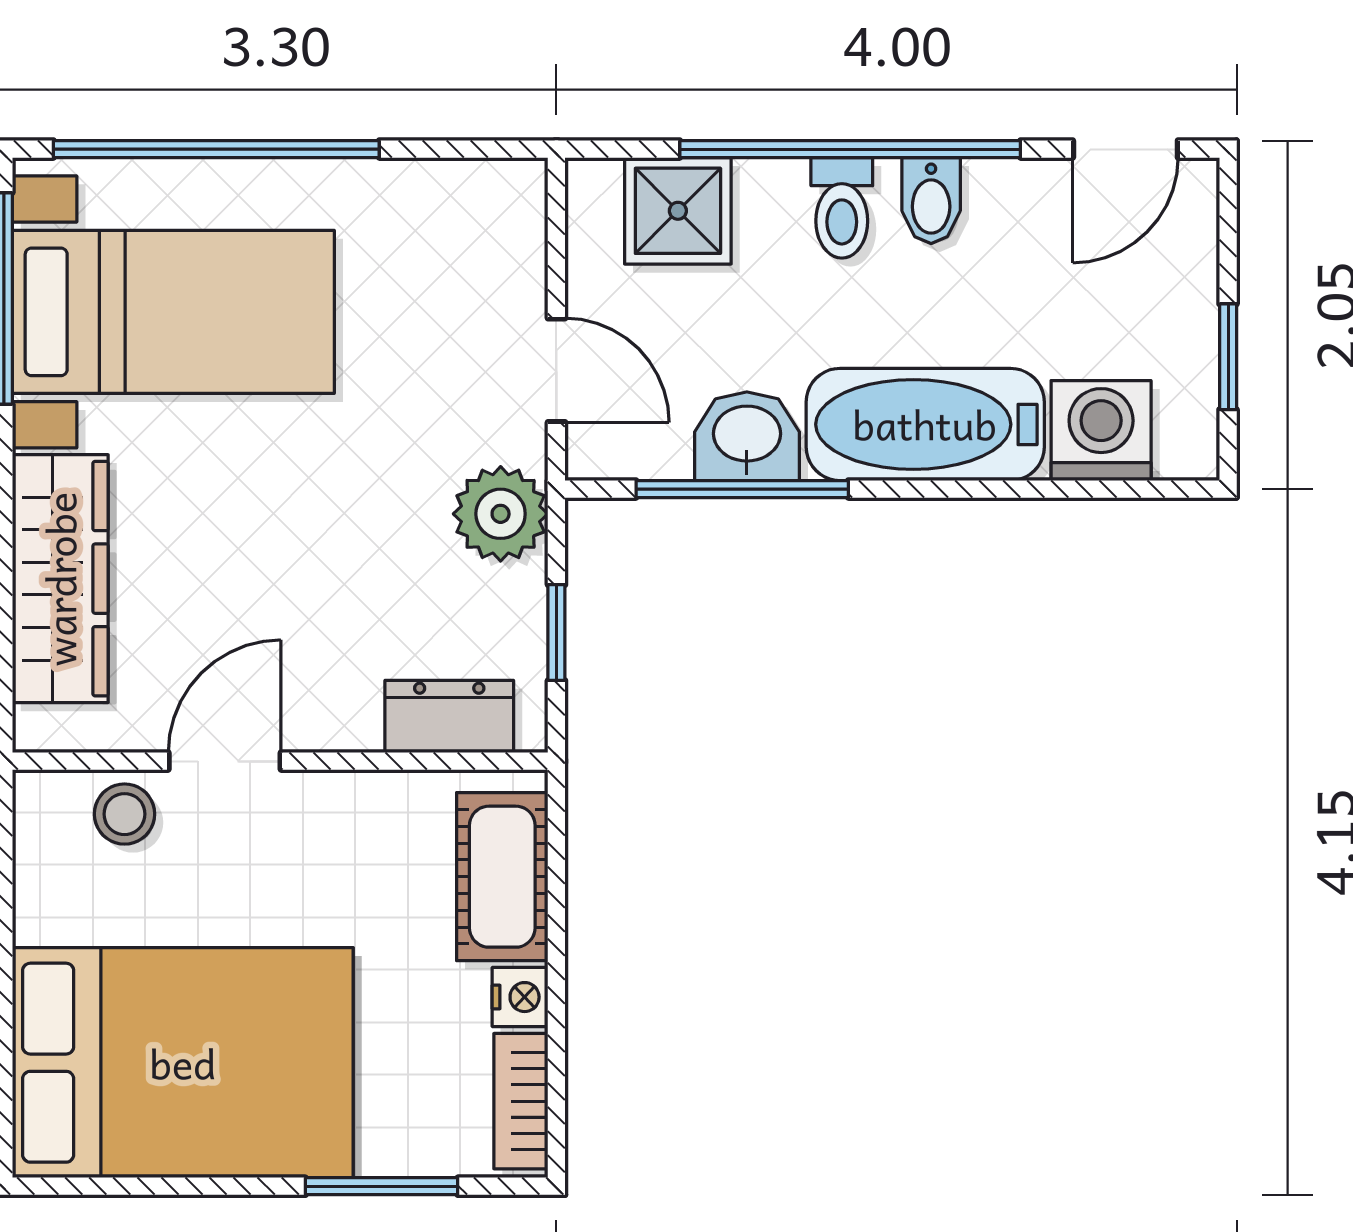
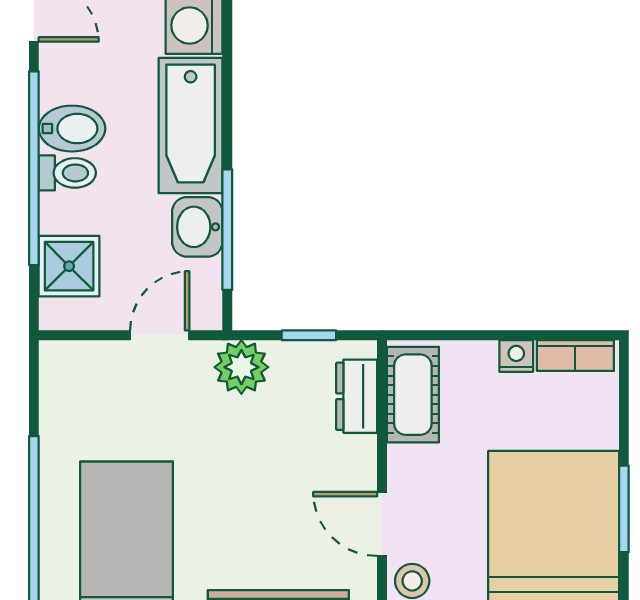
bidet: (931, 201) -> (72, 129), width x1.38, depth x1.36
cot: (502, 877) -> (413, 395), moved, turned 90
window: (382, 1186) -> (624, 509), moved

